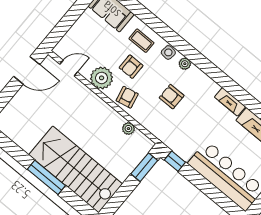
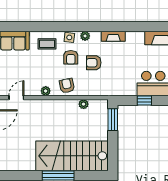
armchair: (131, 67) -> (71, 57), moved
plant: (102, 78) -> (46, 91), width x0.53, depth x0.53
fireplace: (230, 102) -> (113, 36), moved
window: (175, 161) -> (144, 100), moved

